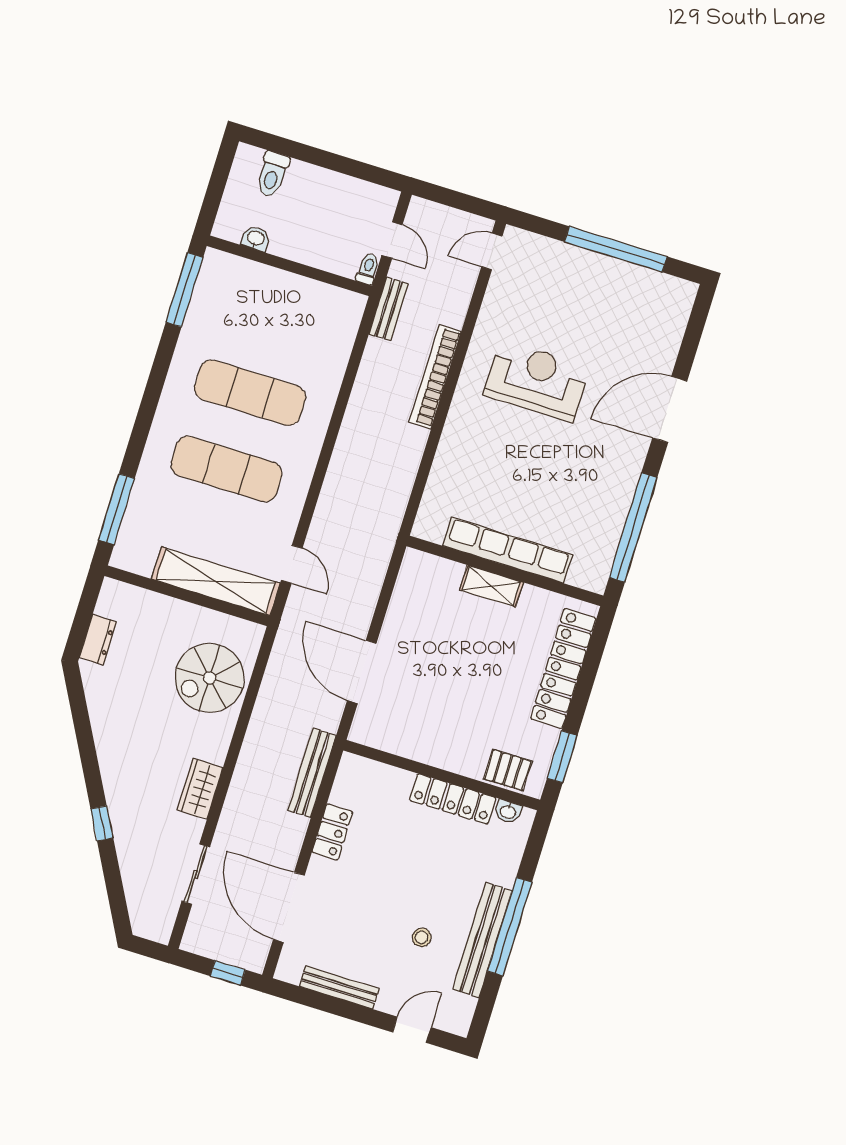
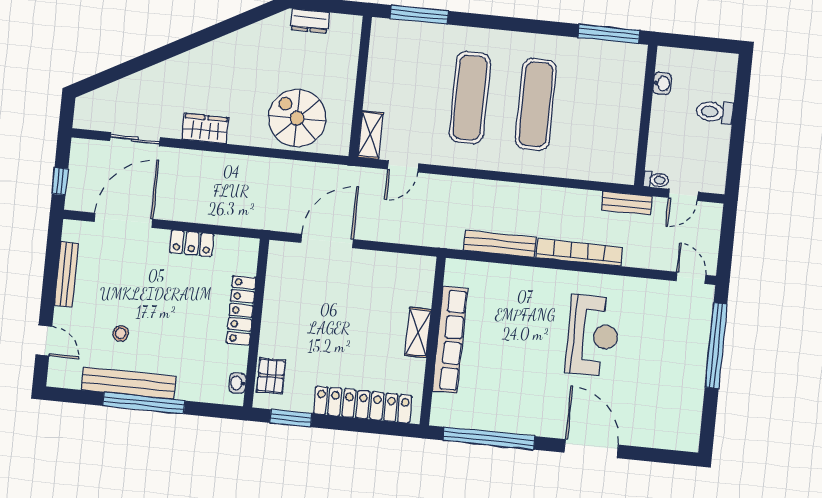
toilet: (272, 174) -> (715, 112), moved
window: (616, 249) -> (716, 346), moved
shelving: (216, 581) -> (370, 135), width x0.45, depth x0.75
bench: (312, 773) -> (500, 244), moved
locker: (453, 799) -> (241, 310), moved
window: (102, 823) -> (161, 54), removed

